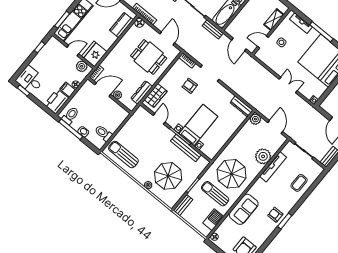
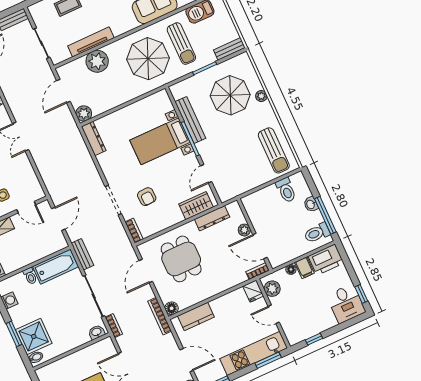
fridge: (94, 54) -> (253, 291), width x0.53, depth x0.75

